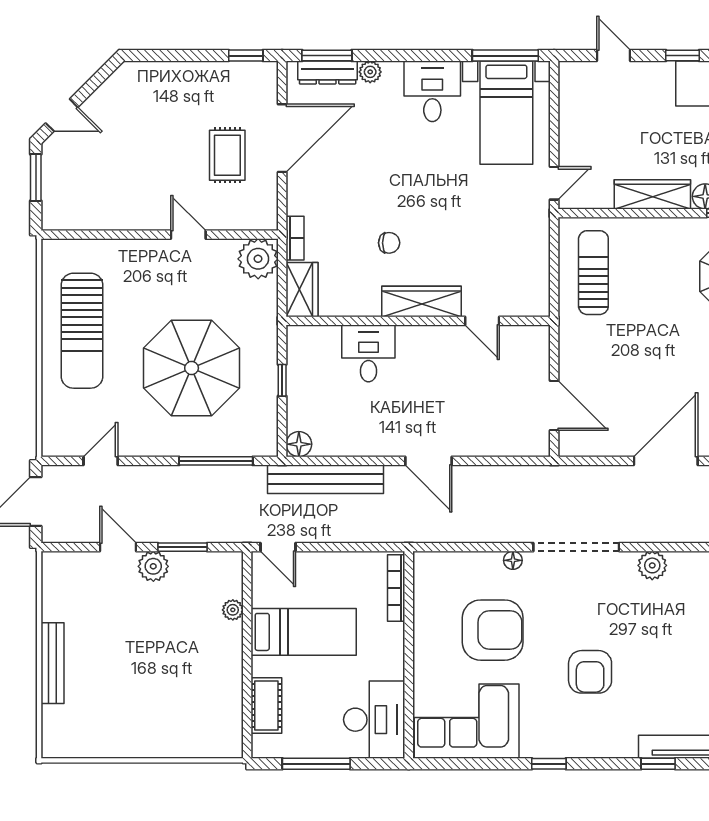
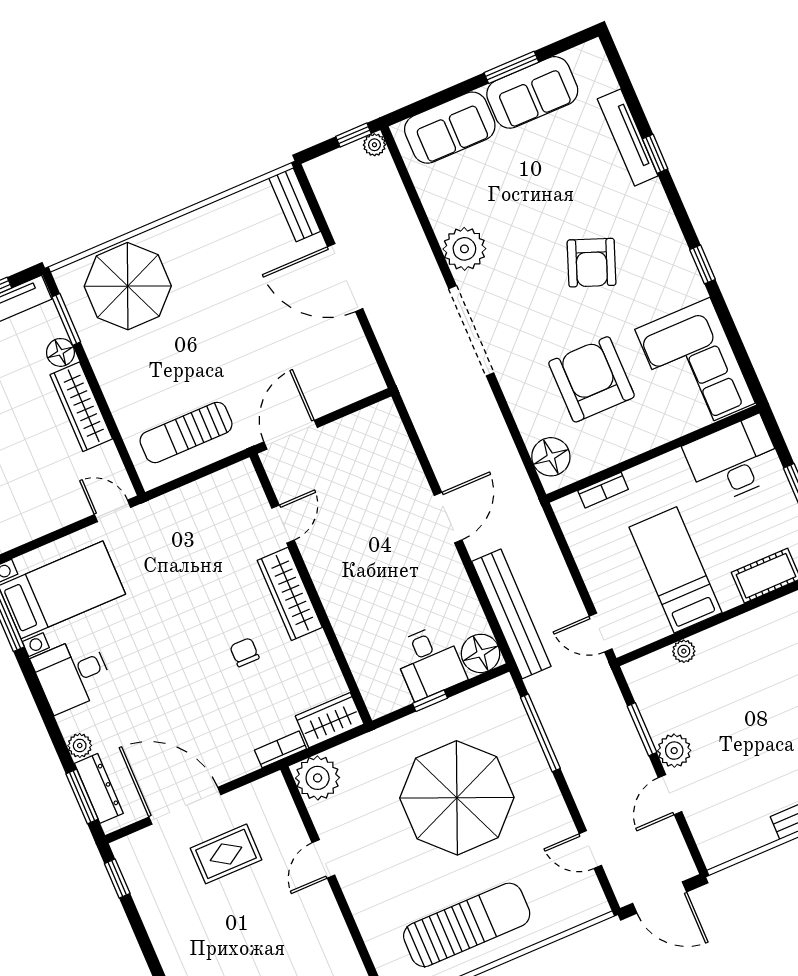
desk: (368, 353) -> (429, 662), moved, turned -90
door: (554, 406) -> (291, 435), moved
floor lamp: (299, 444) -> (481, 653), width x1.38, depth x1.38
door: (278, 547) -> (601, 633), swing flipped
floor lamp: (513, 560) -> (551, 457), moved, width x1.89, depth x1.89
plant: (652, 565) -> (464, 249), width x1.36, depth x1.36
bookcase: (396, 588) -> (603, 490), width x0.64
armchair: (590, 672) -> (592, 263), turned 111

